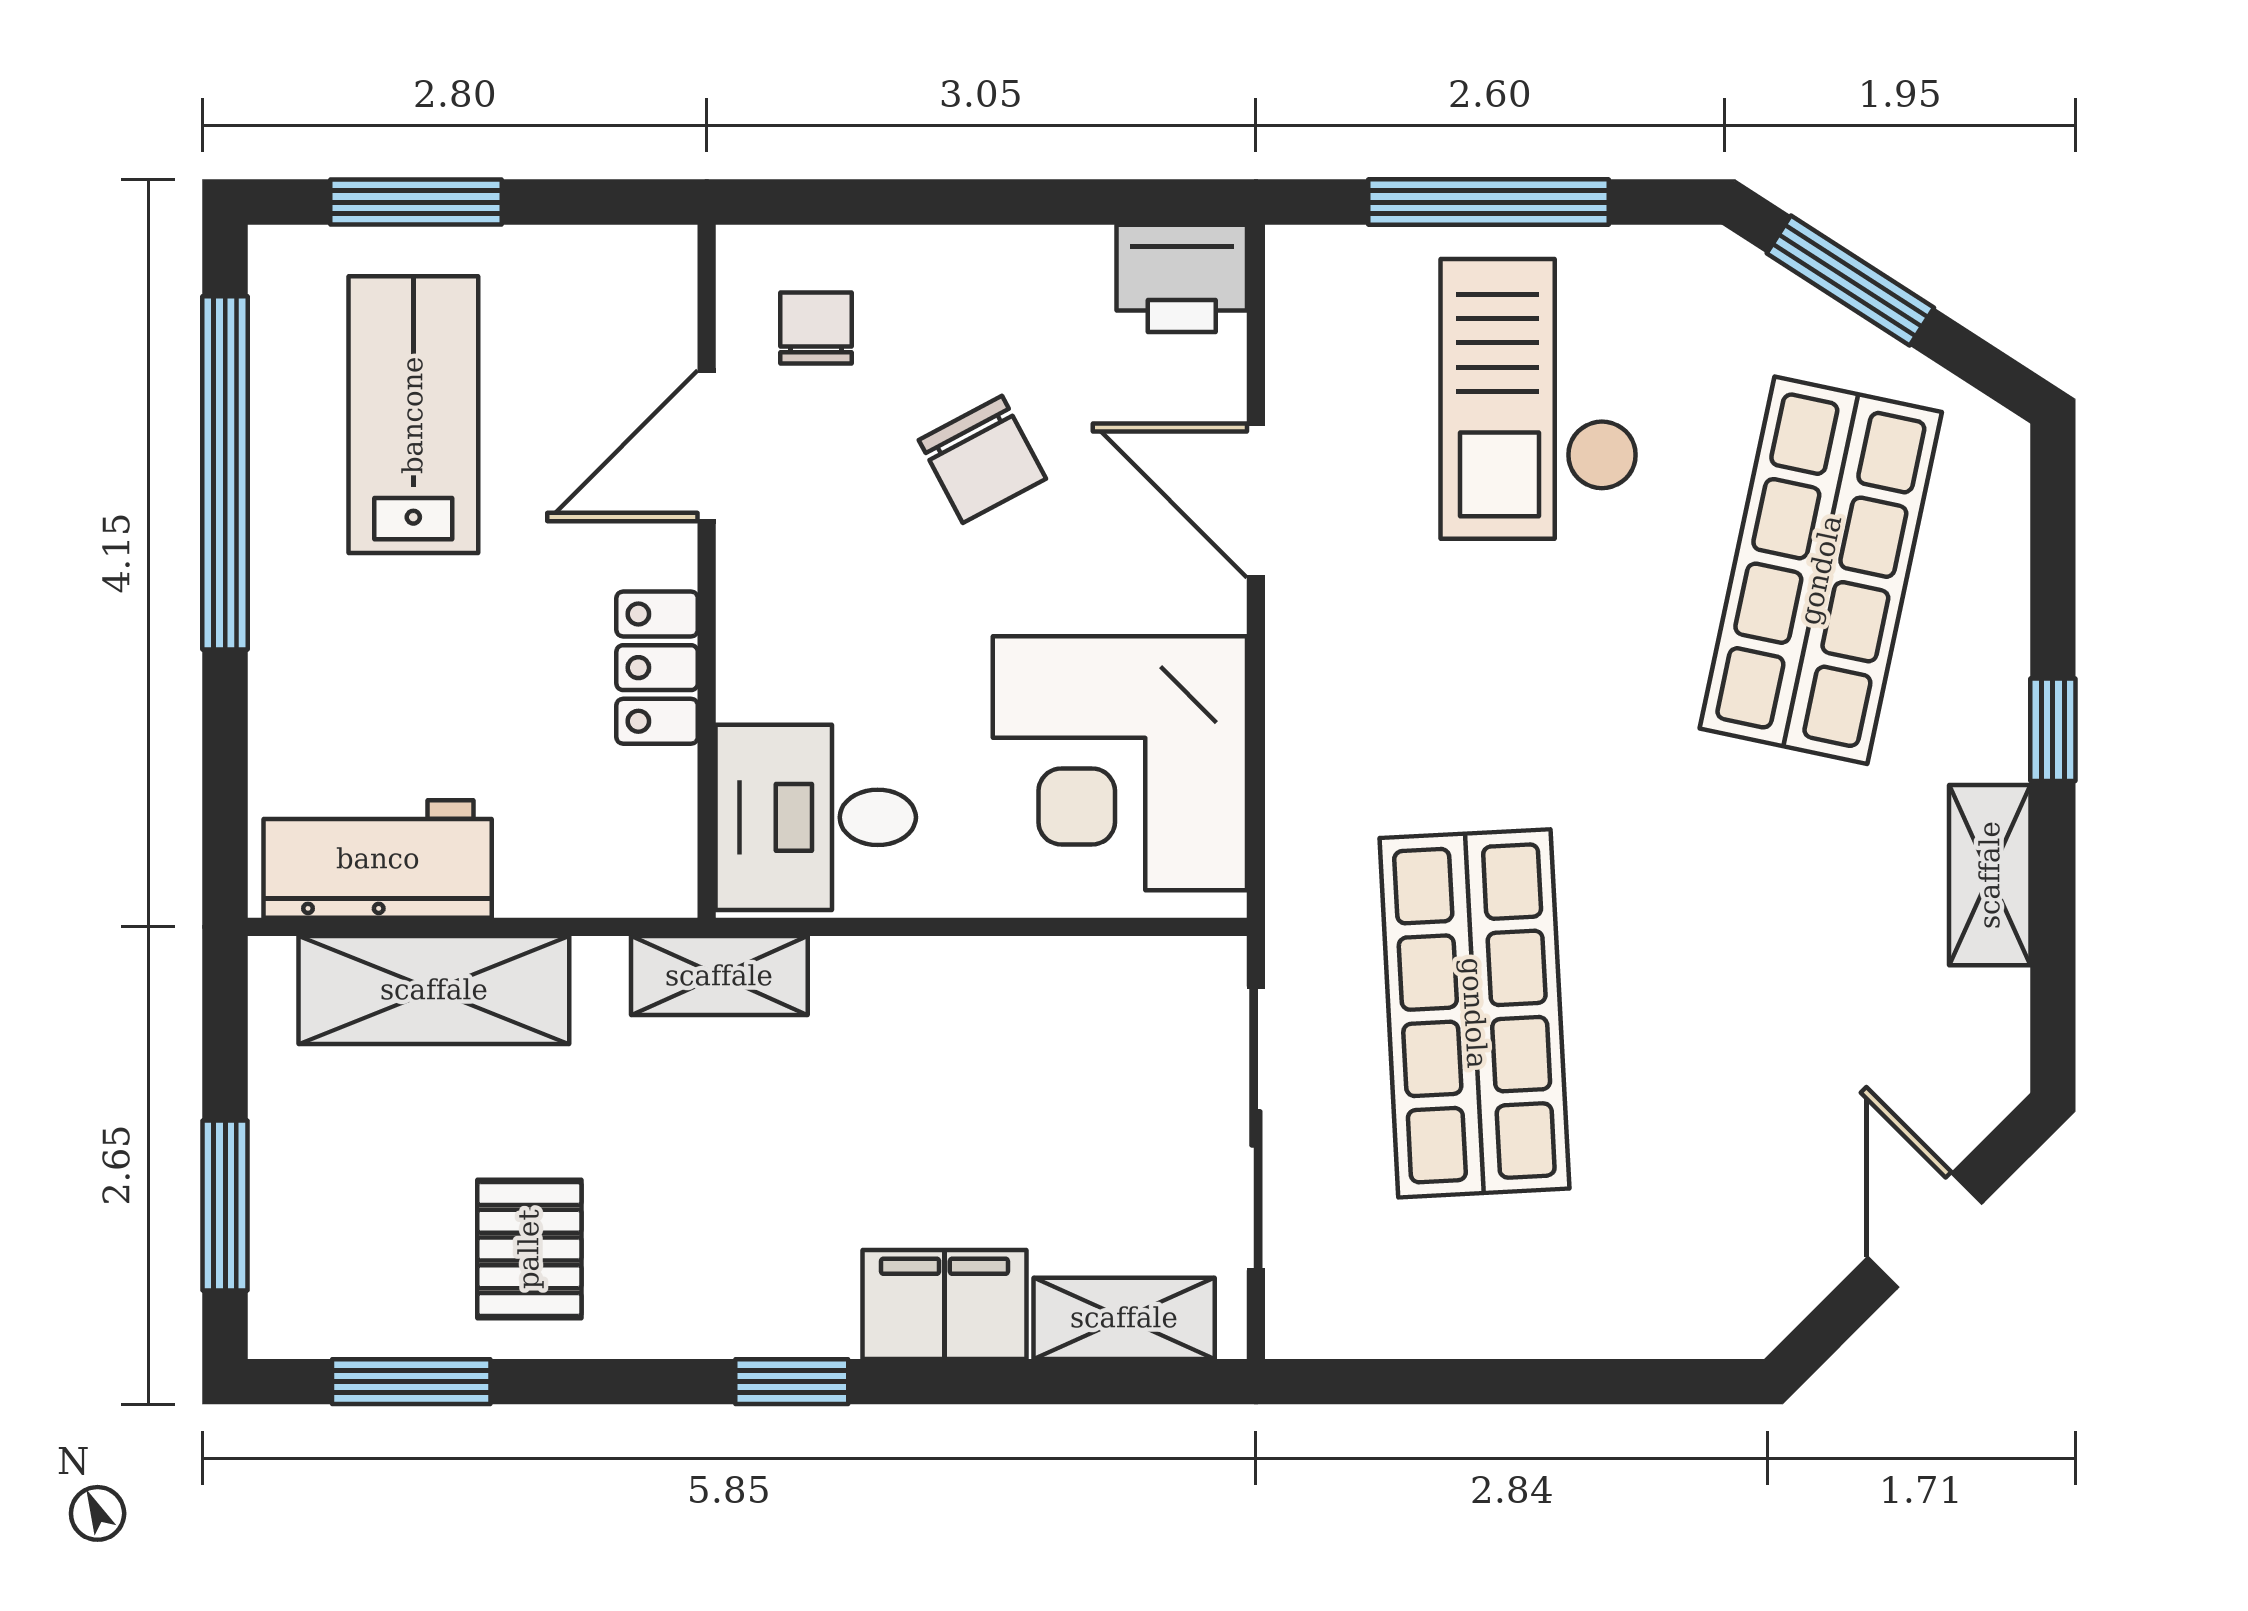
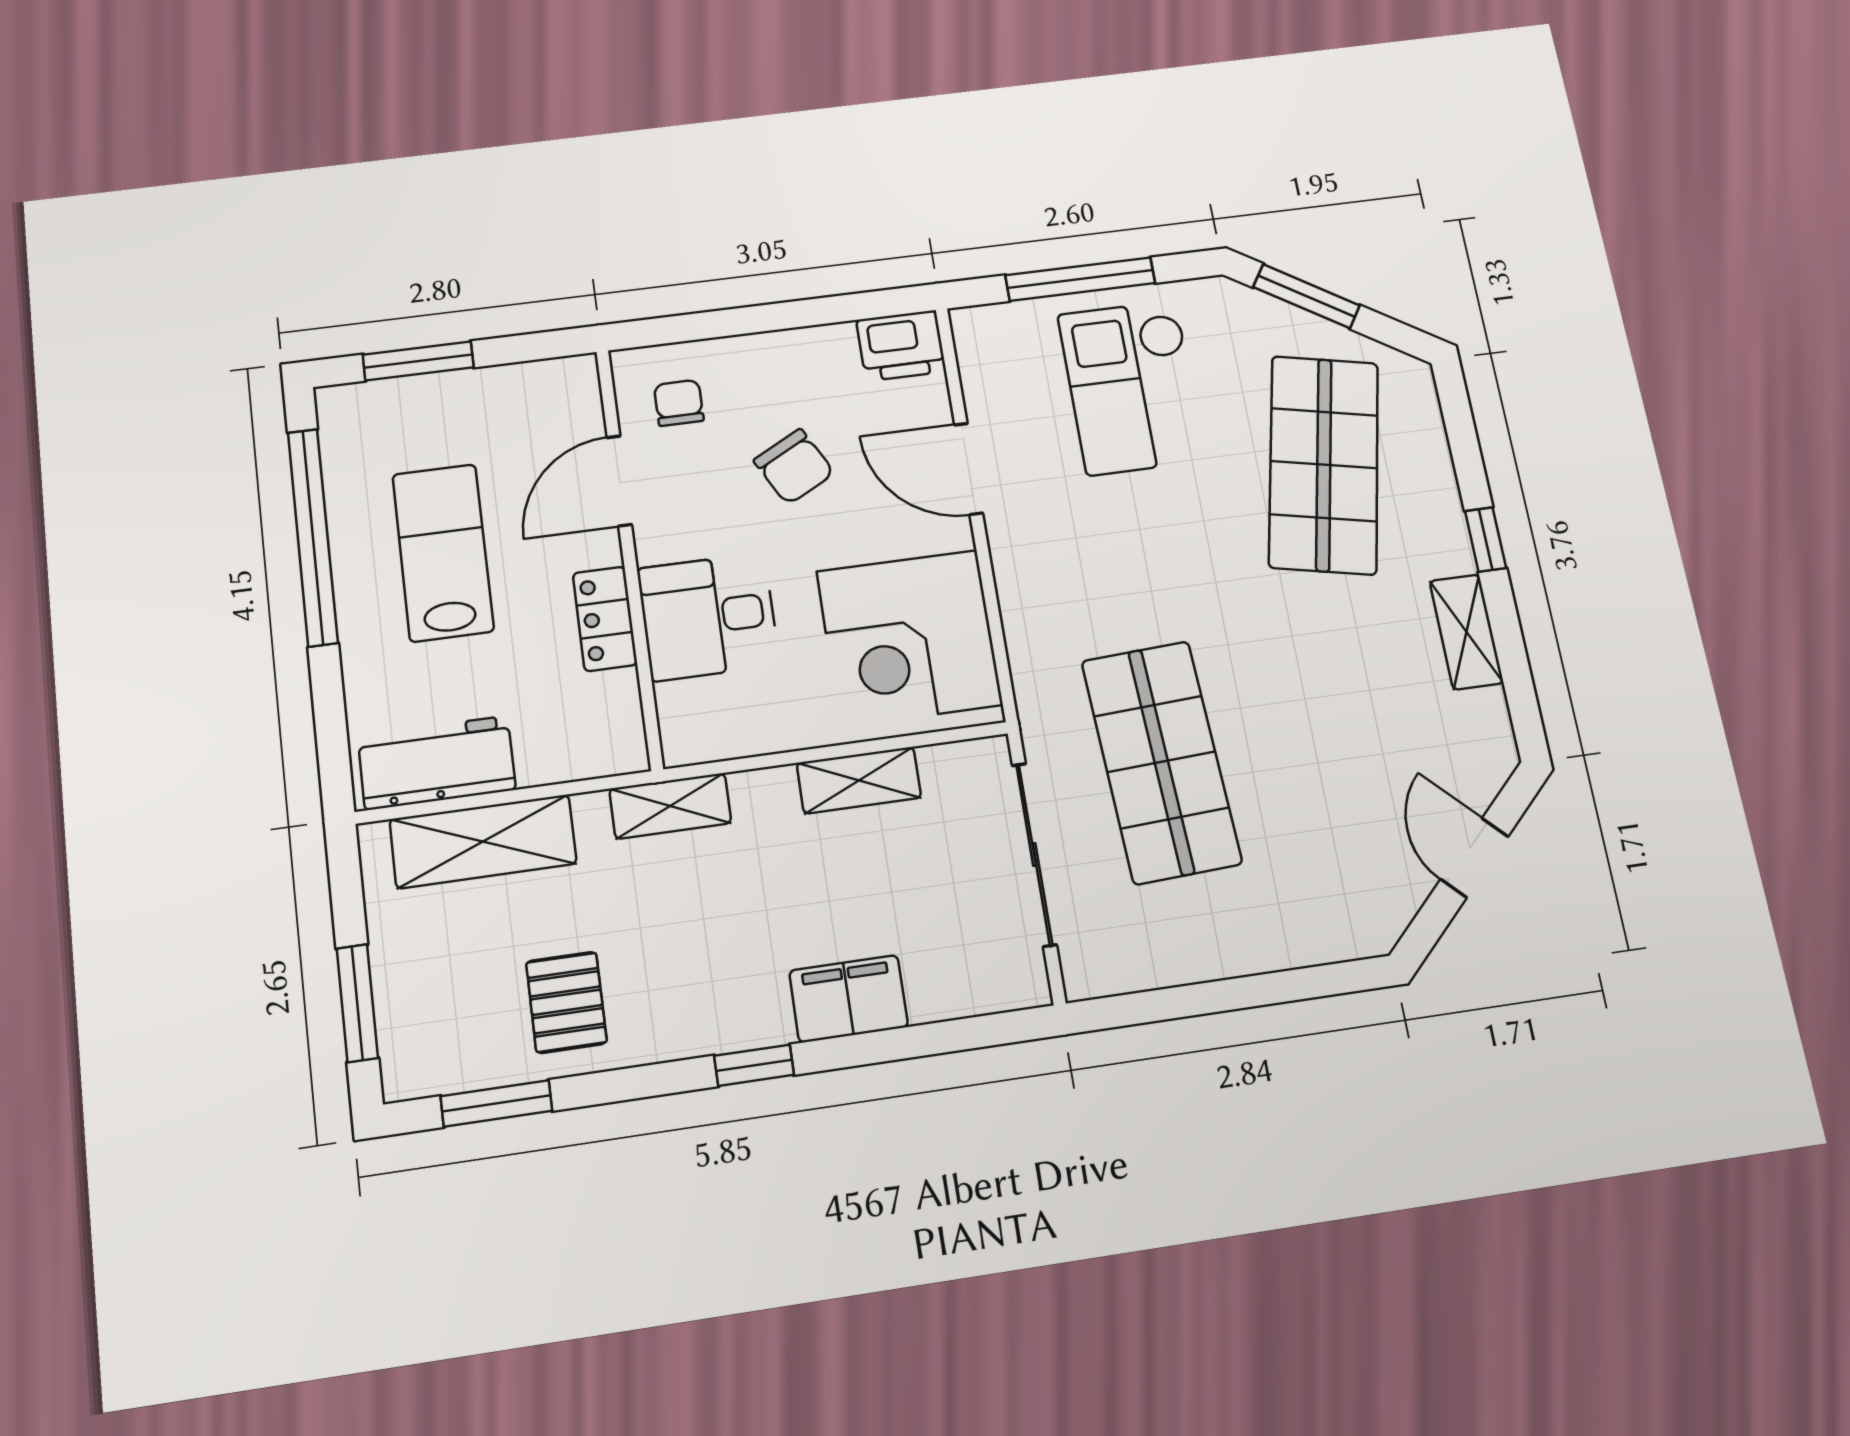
lab bench: (413, 415) -> (443, 553), moved
desk: (816, 817) -> (708, 617), moved
shelving: (1124, 1318) -> (859, 780), moved

